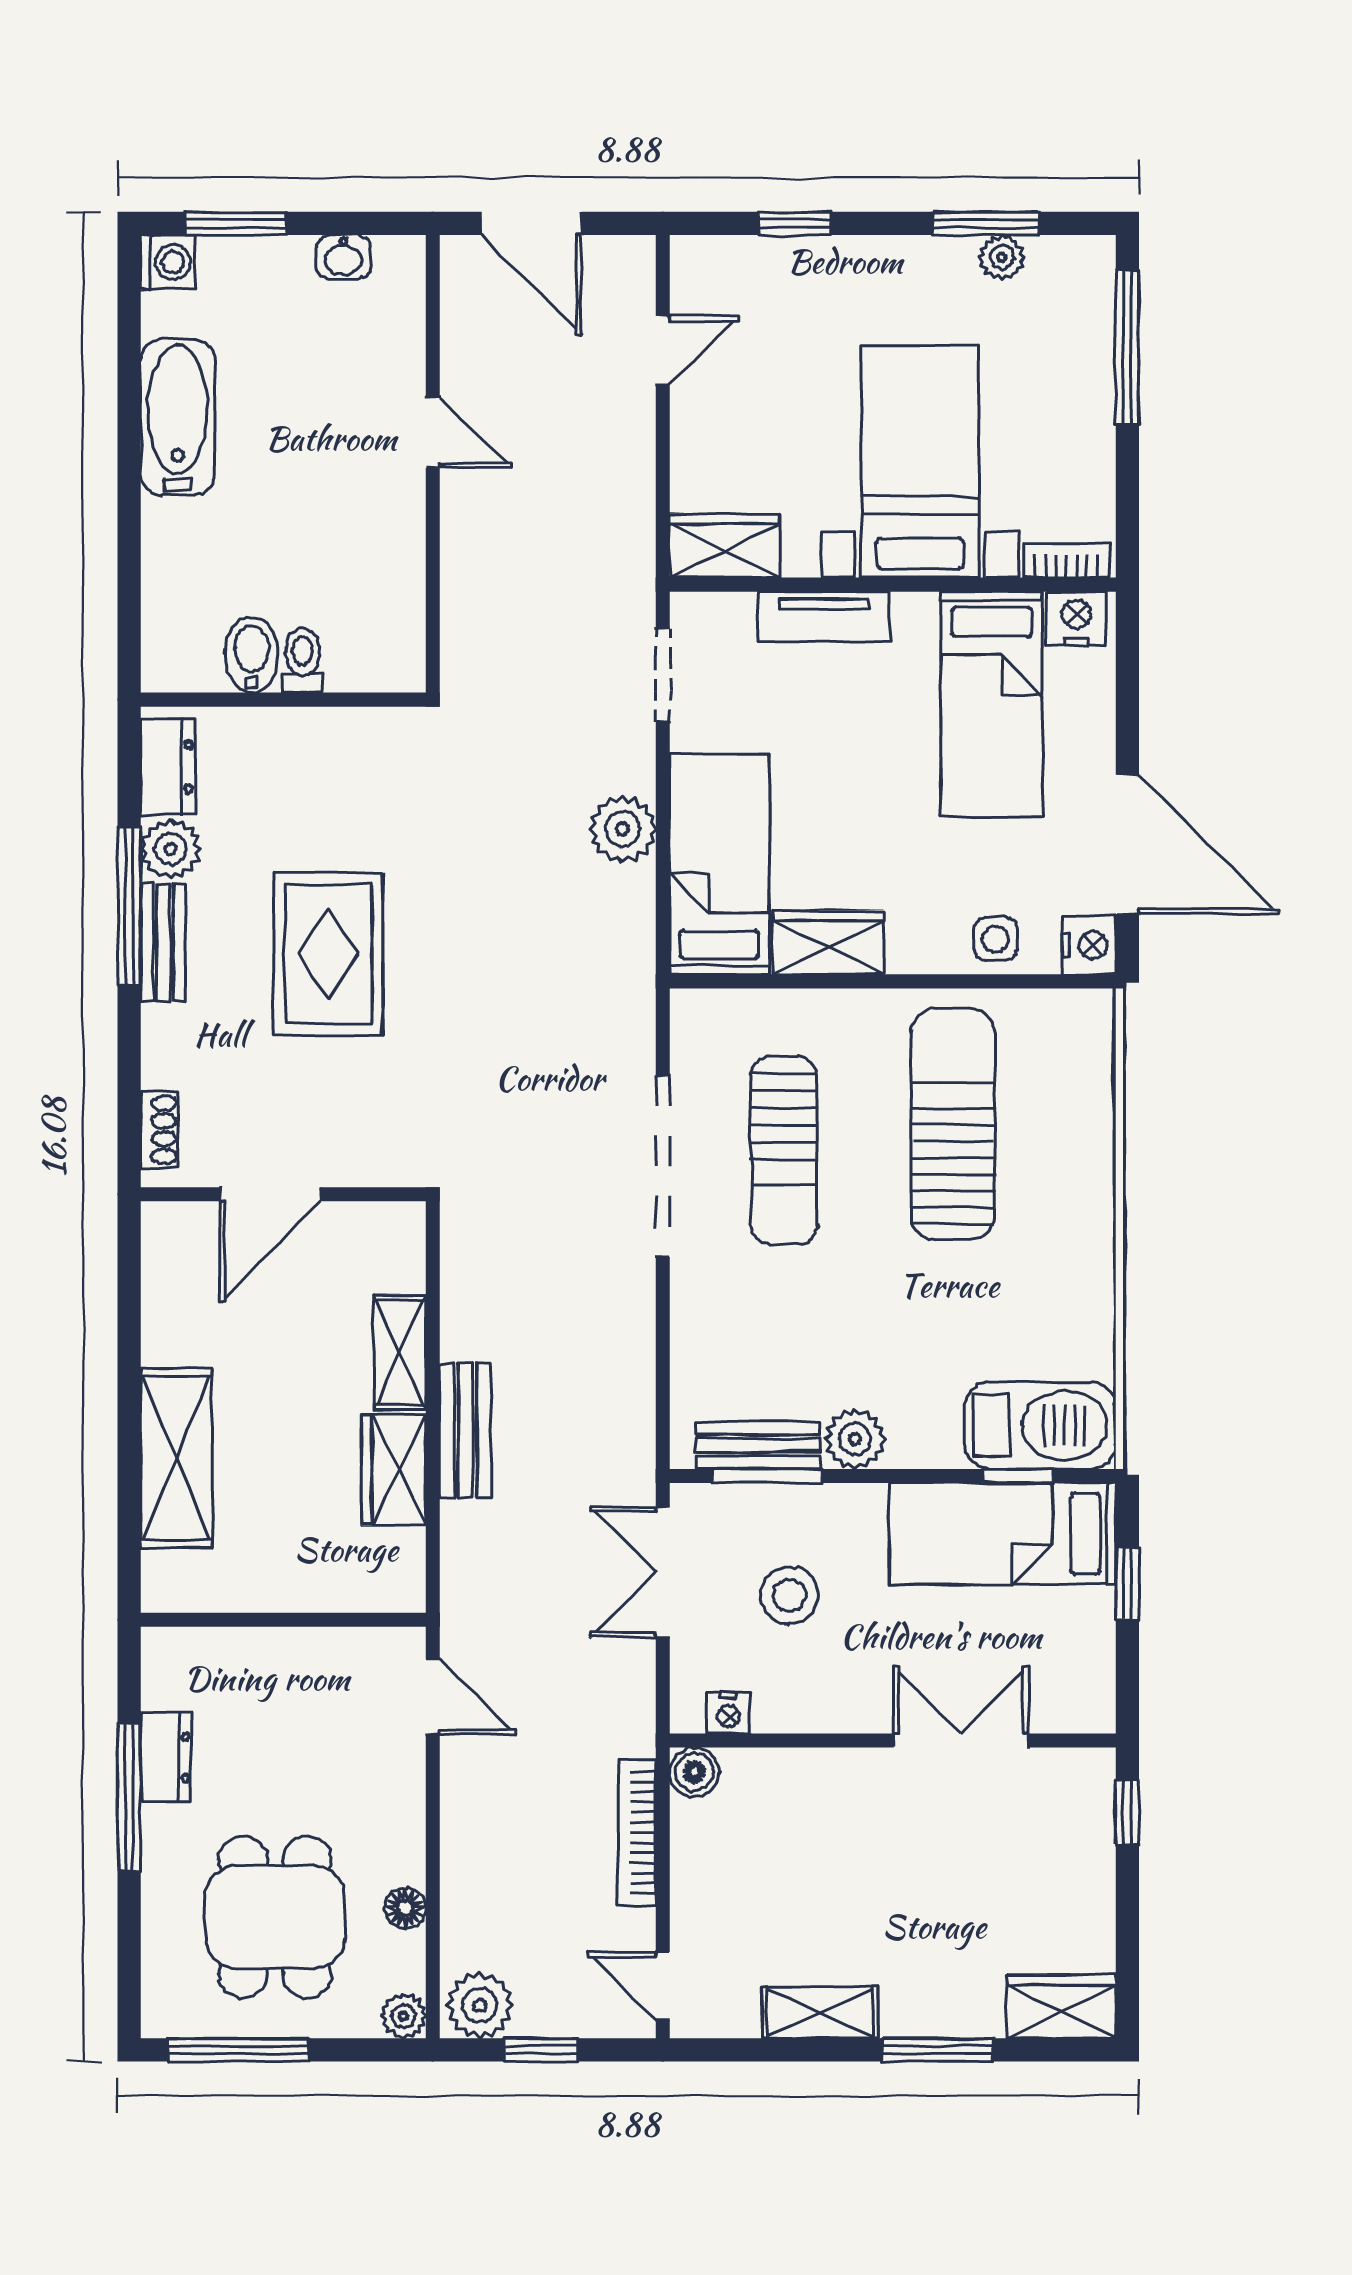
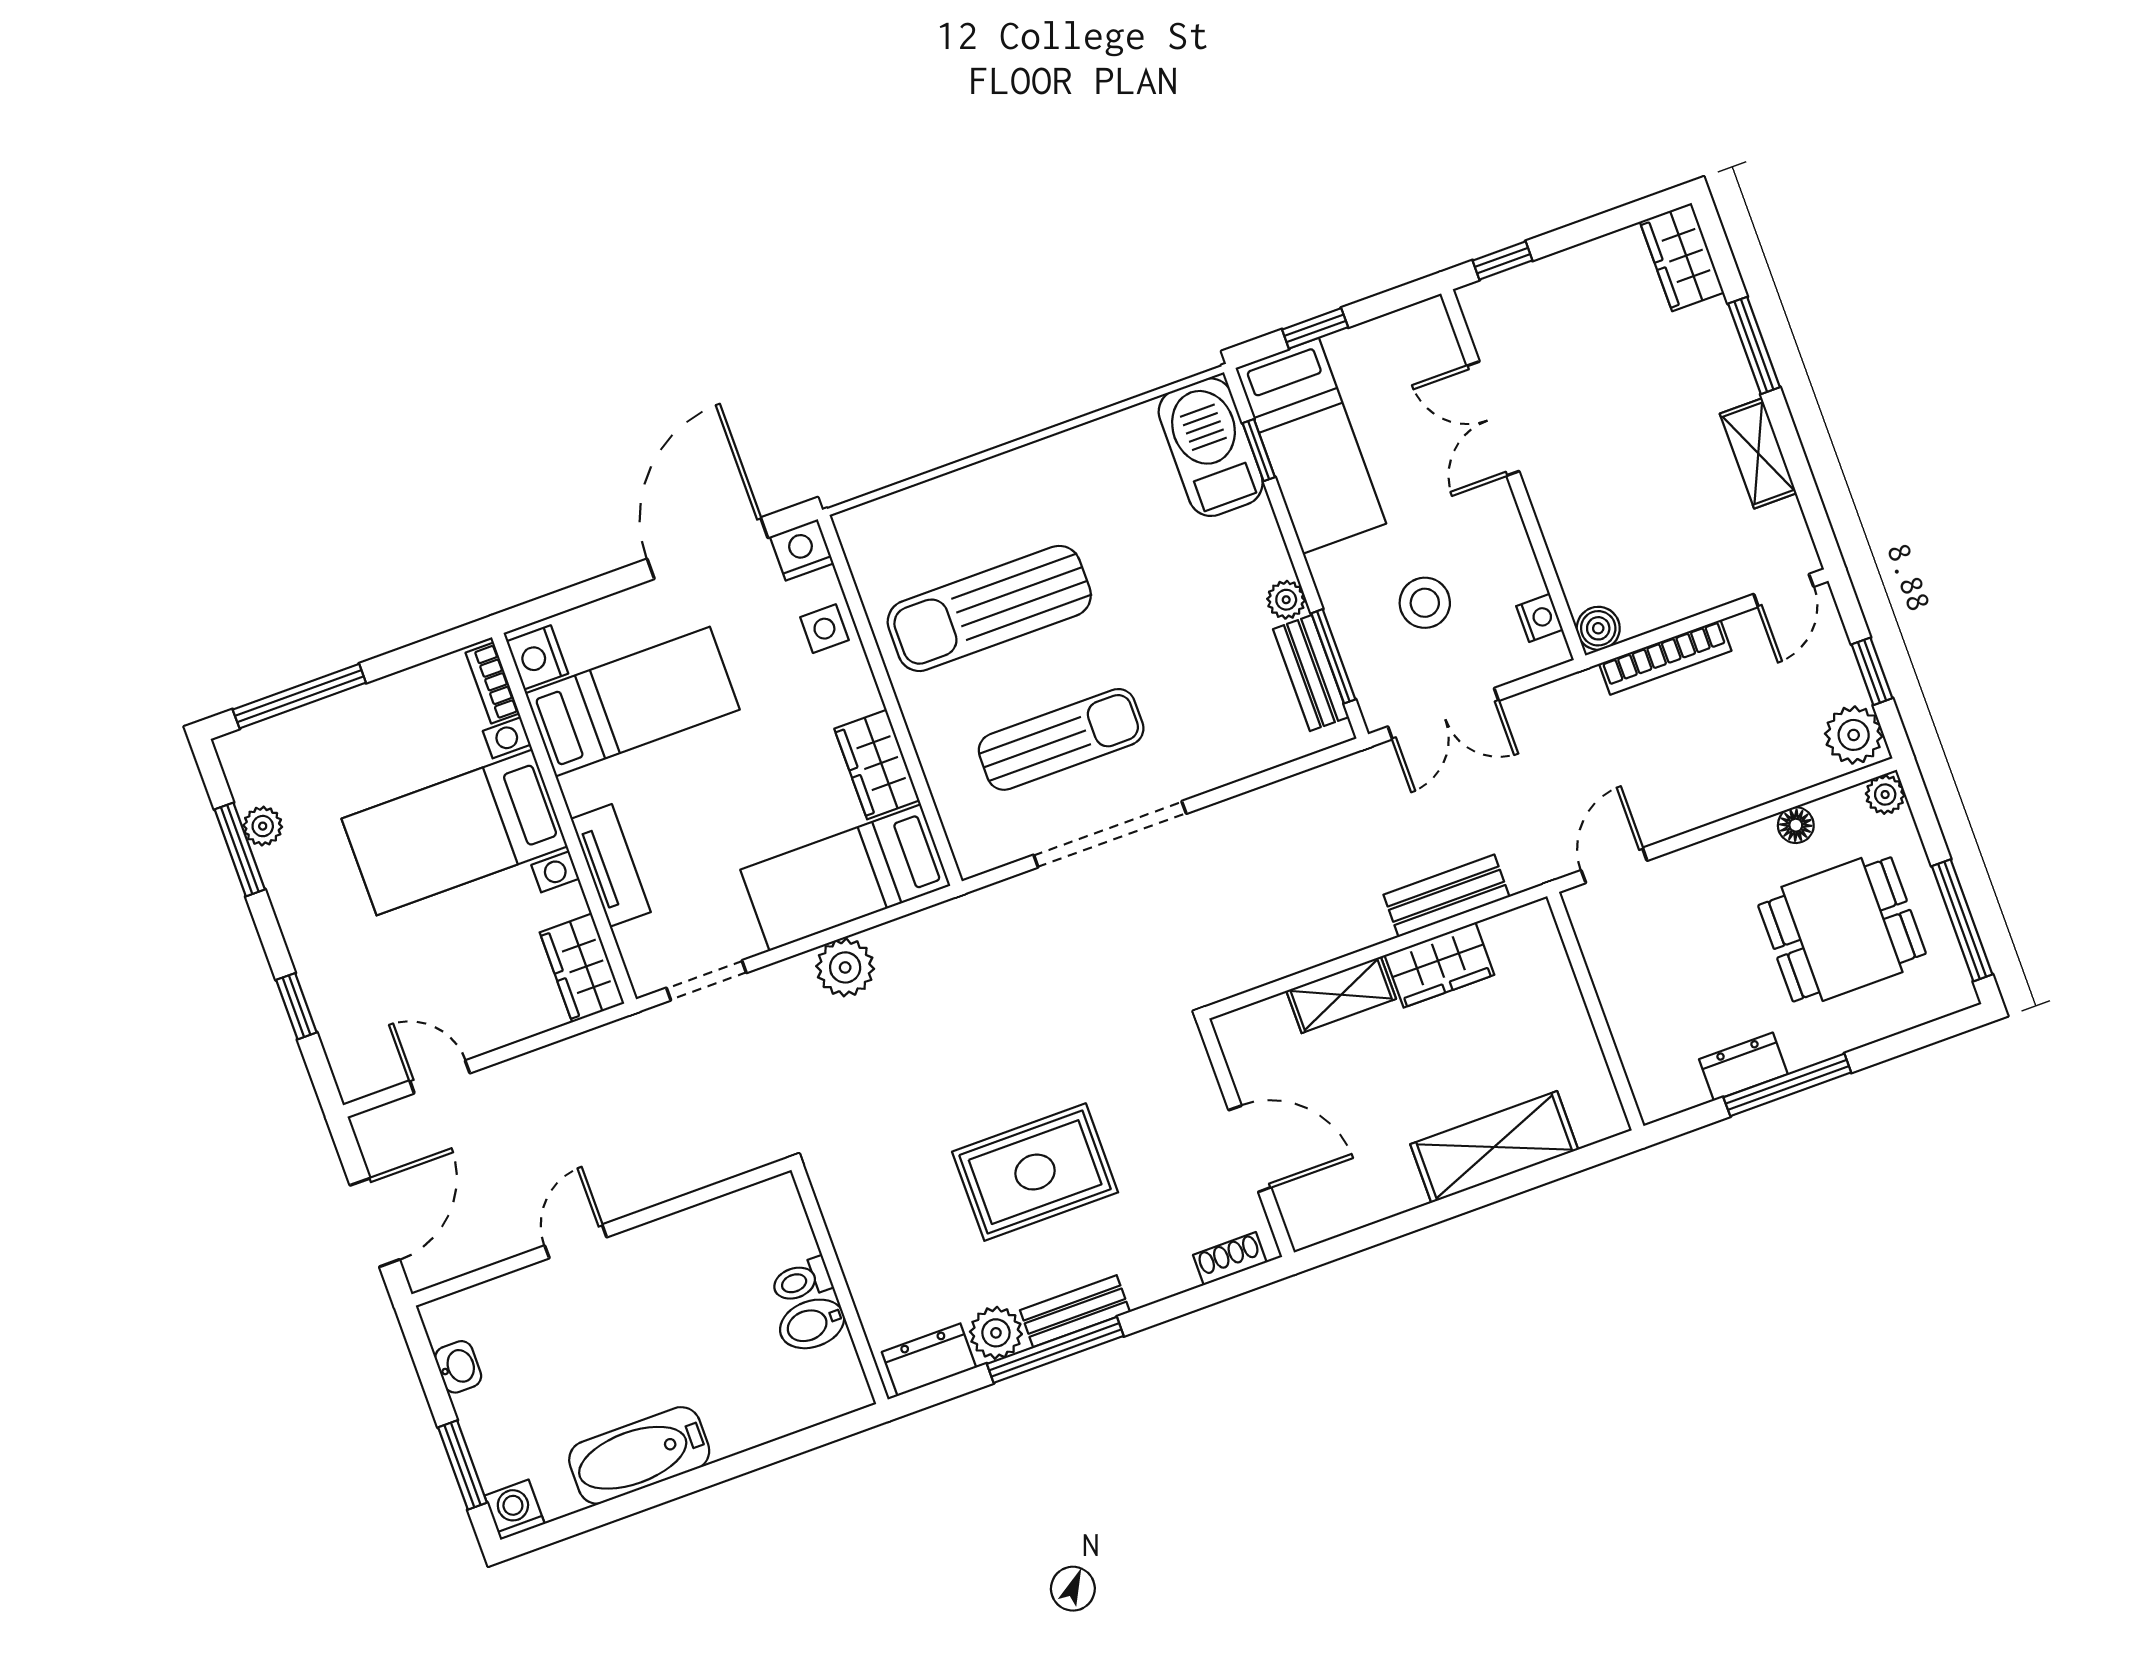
bench: (465, 1430) -> (1447, 896), moved
plant: (855, 1439) -> (1286, 600), width x0.73, depth x0.73

